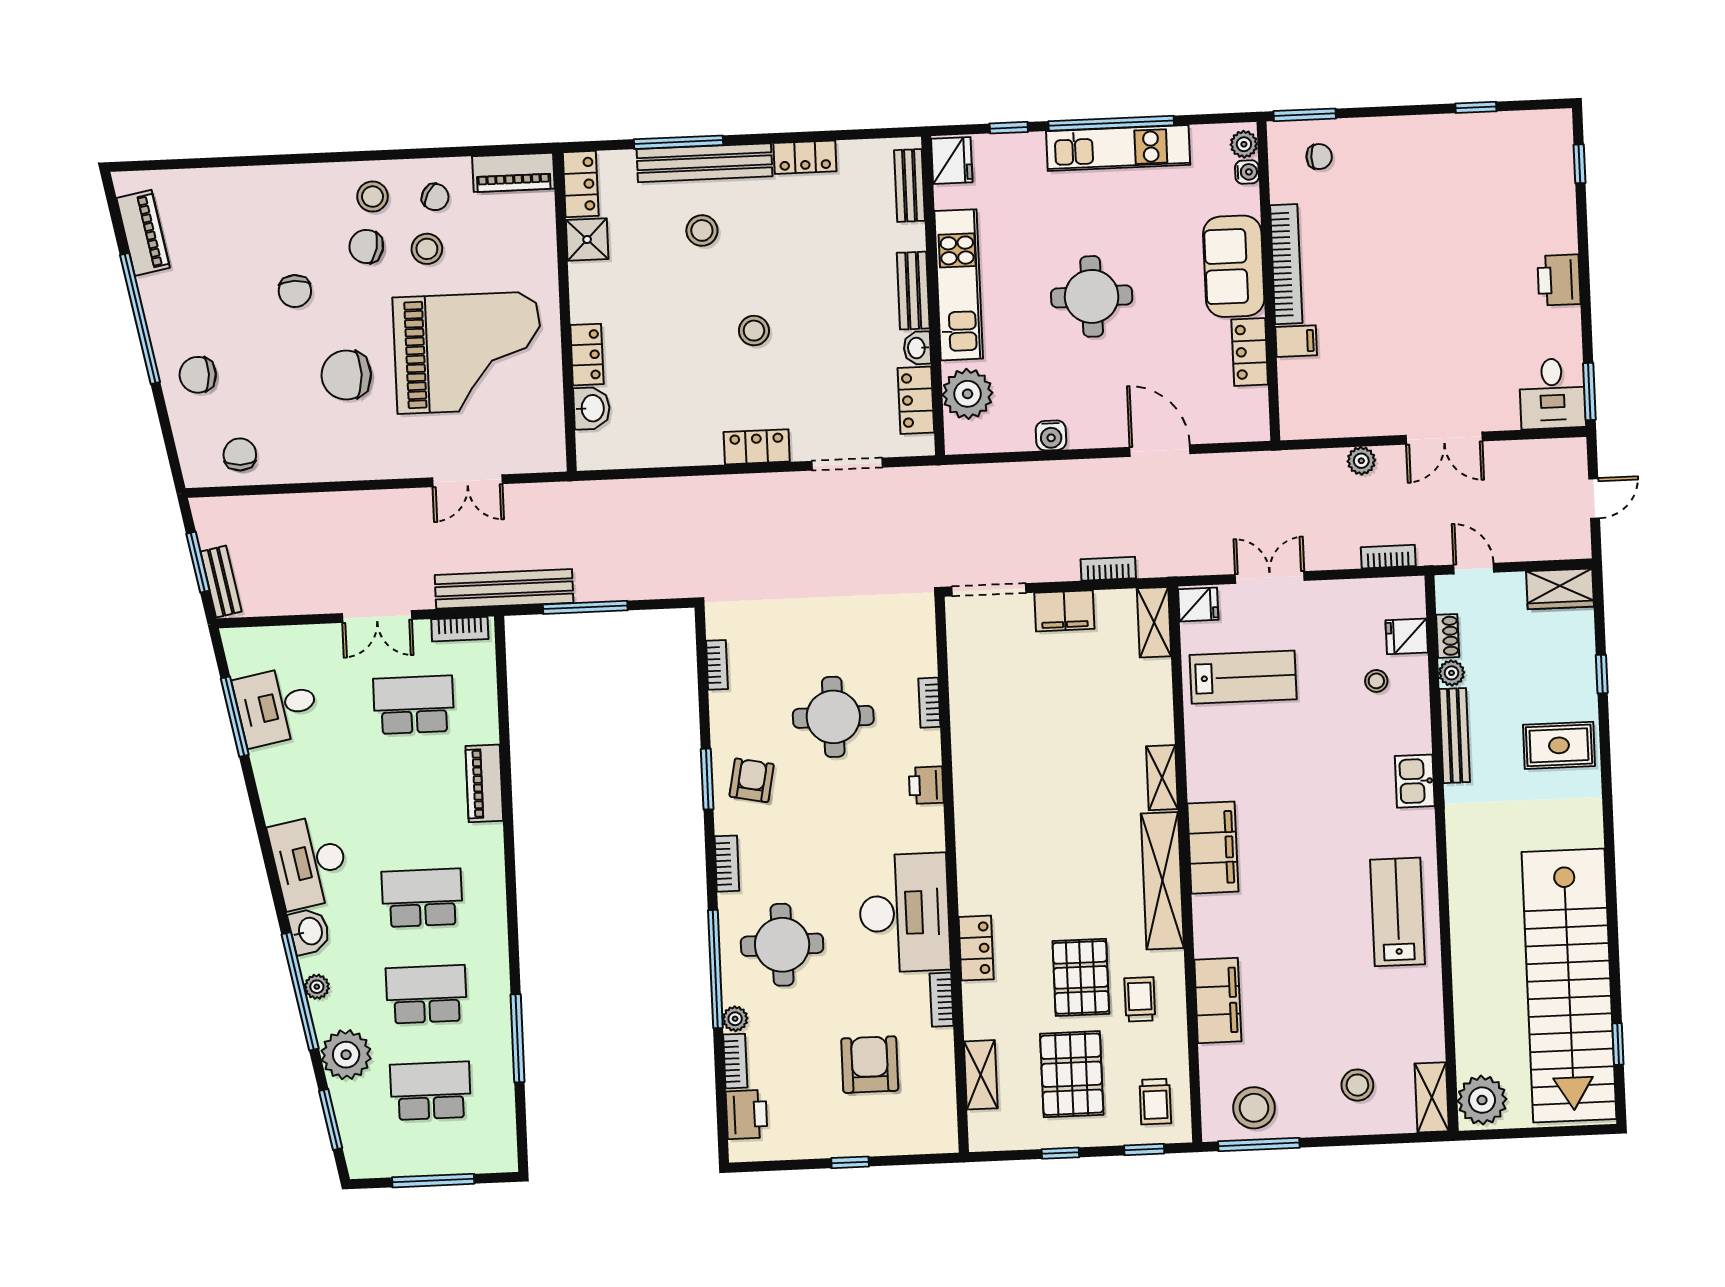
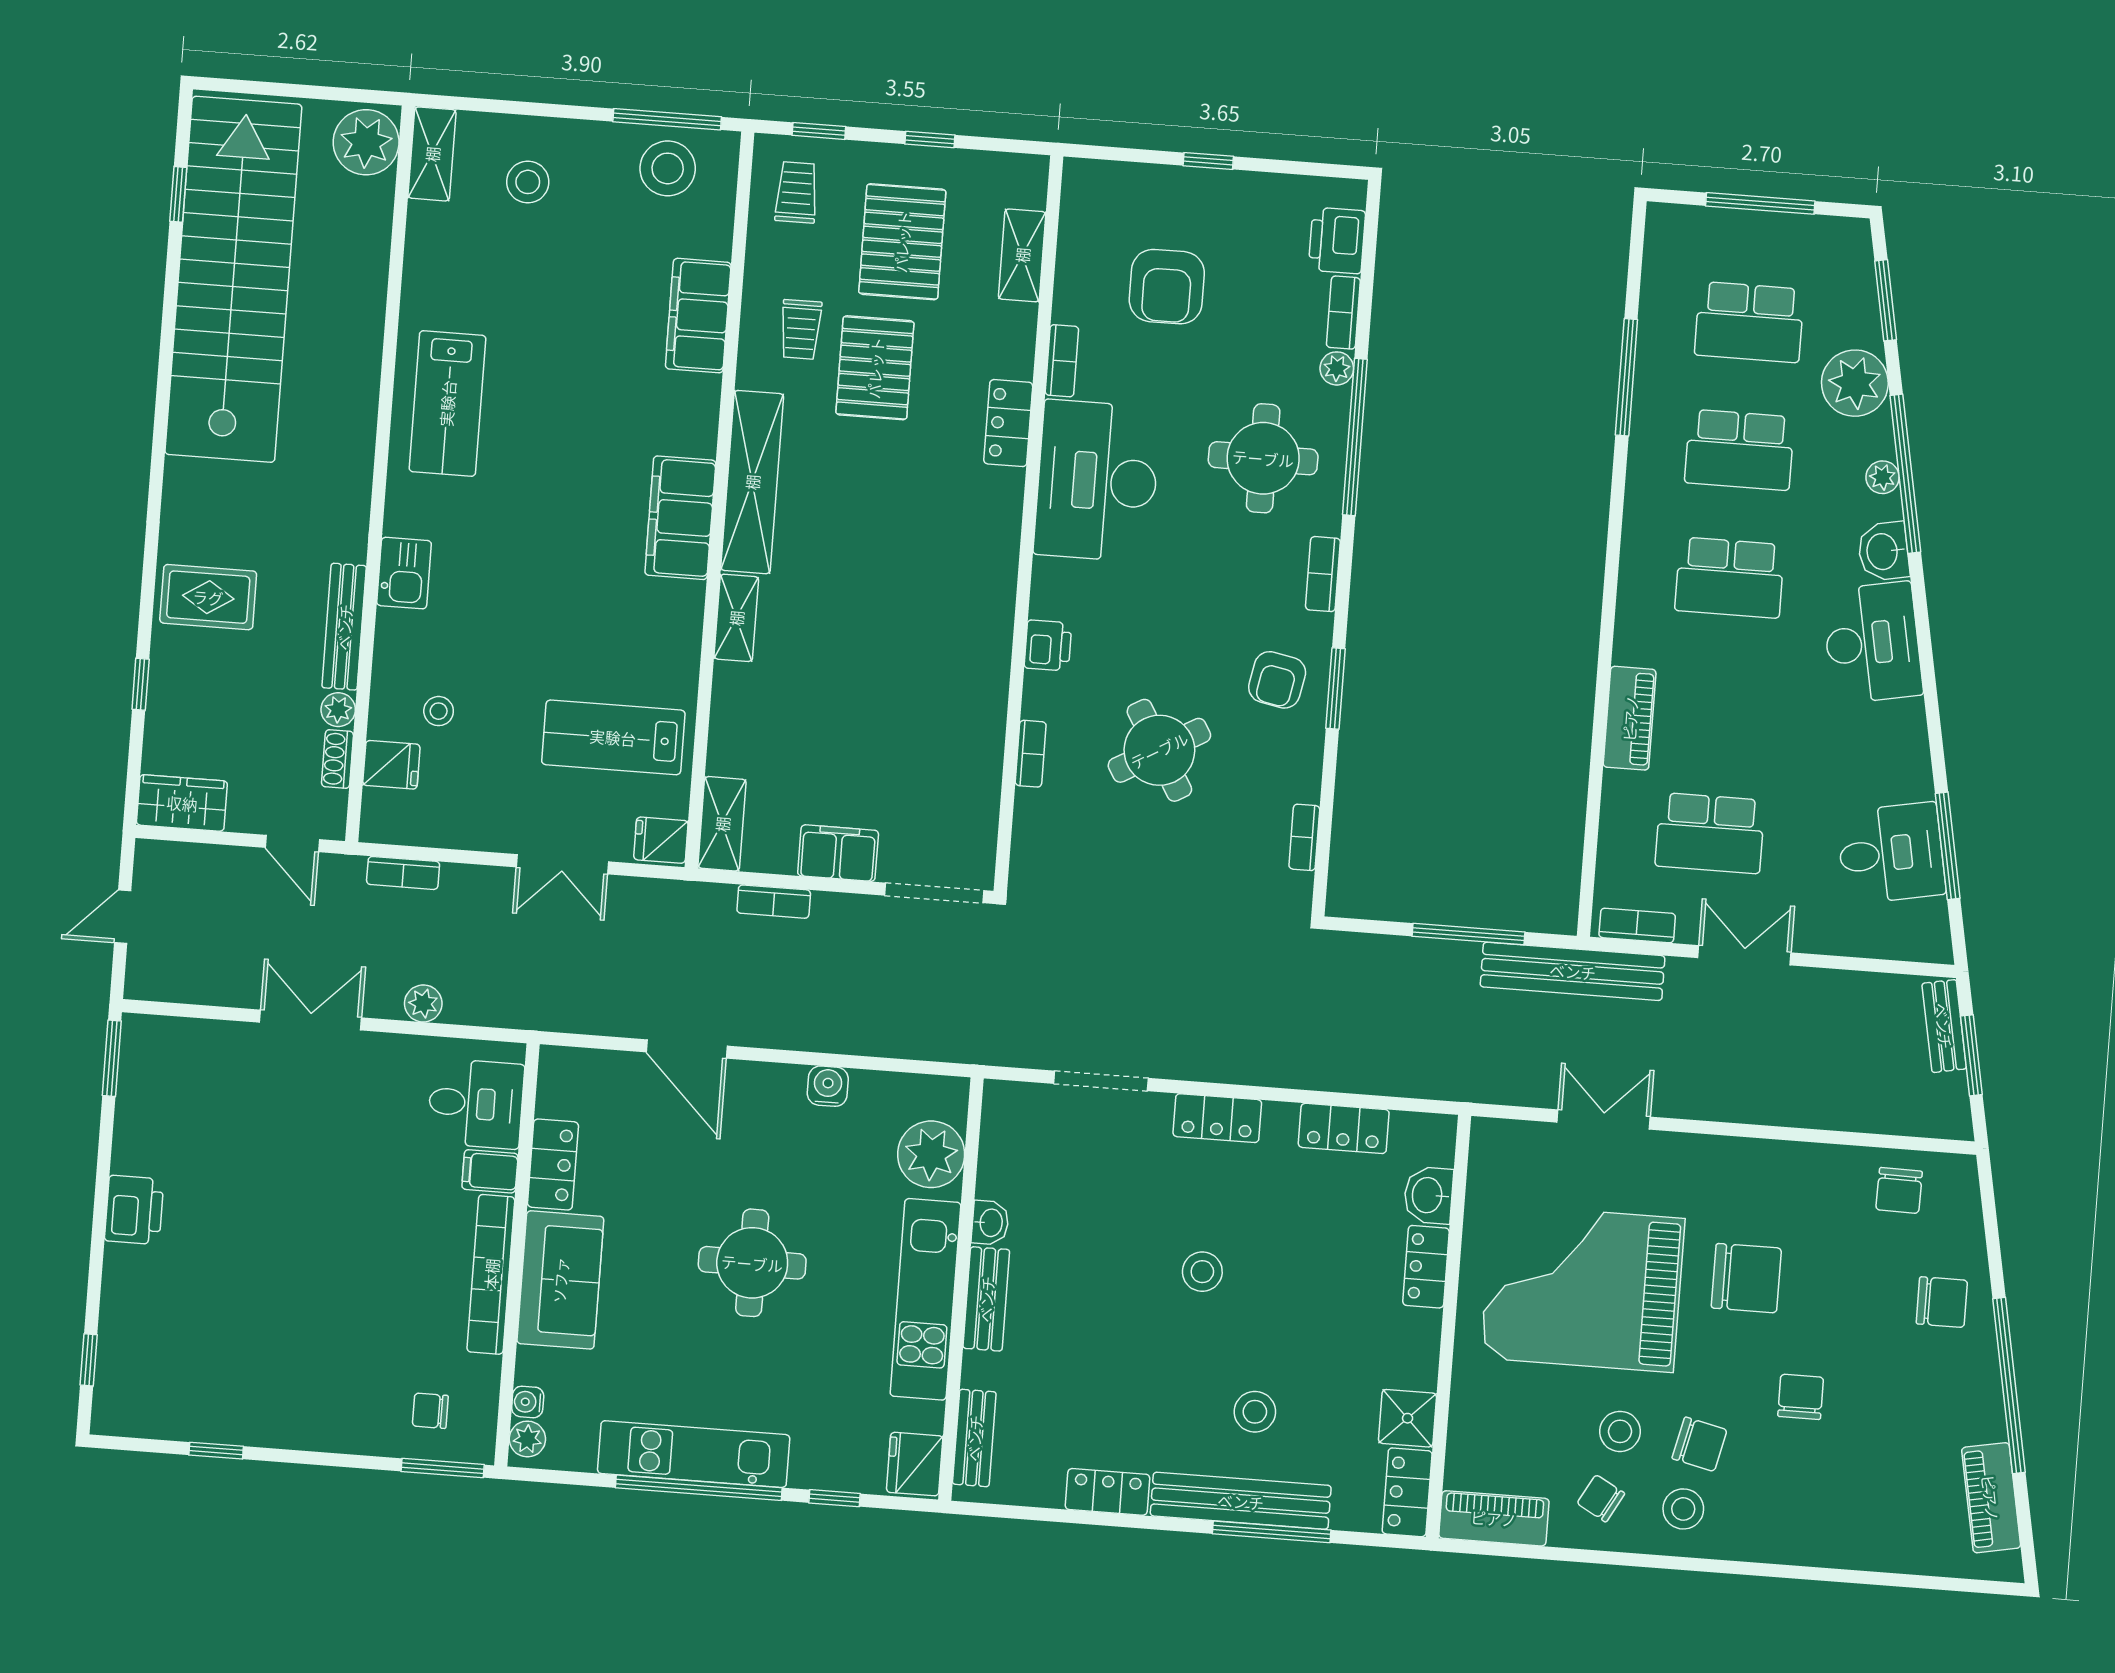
desk: (1552, 394) -> (476, 1104), moved, turned 90
locker: (916, 400) -> (1344, 1128), moved, turned 90
round table: (833, 717) -> (1159, 750), turned -30

